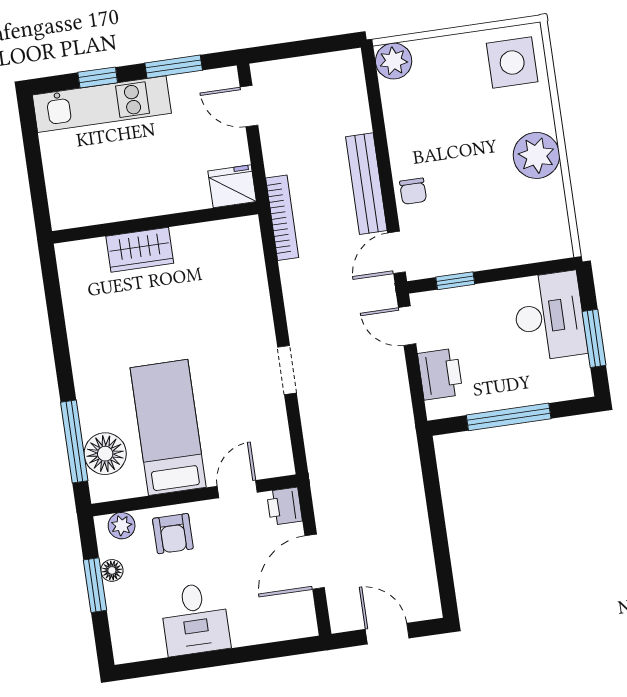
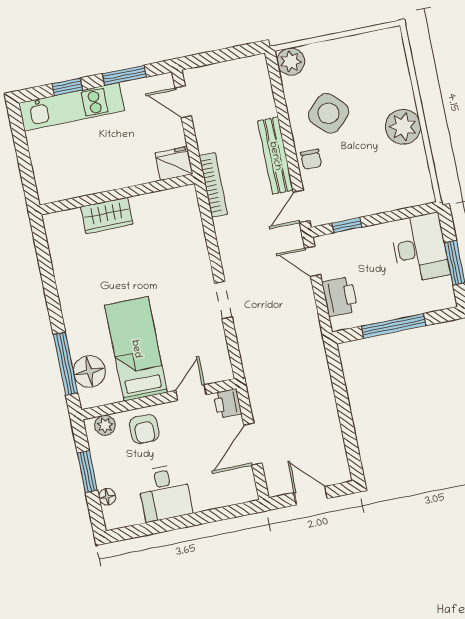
side table: (512, 63) -> (329, 113), moved, turned 45
floor lamp: (112, 570) -> (107, 497), moved

